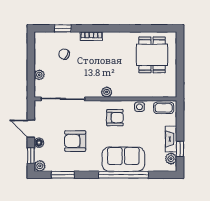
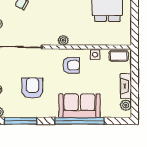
armchair: (75, 141) -> (32, 88), turned 90
window: (180, 149) -> (135, 96), removed
window: (63, 175) -> (20, 121), width x1.44

